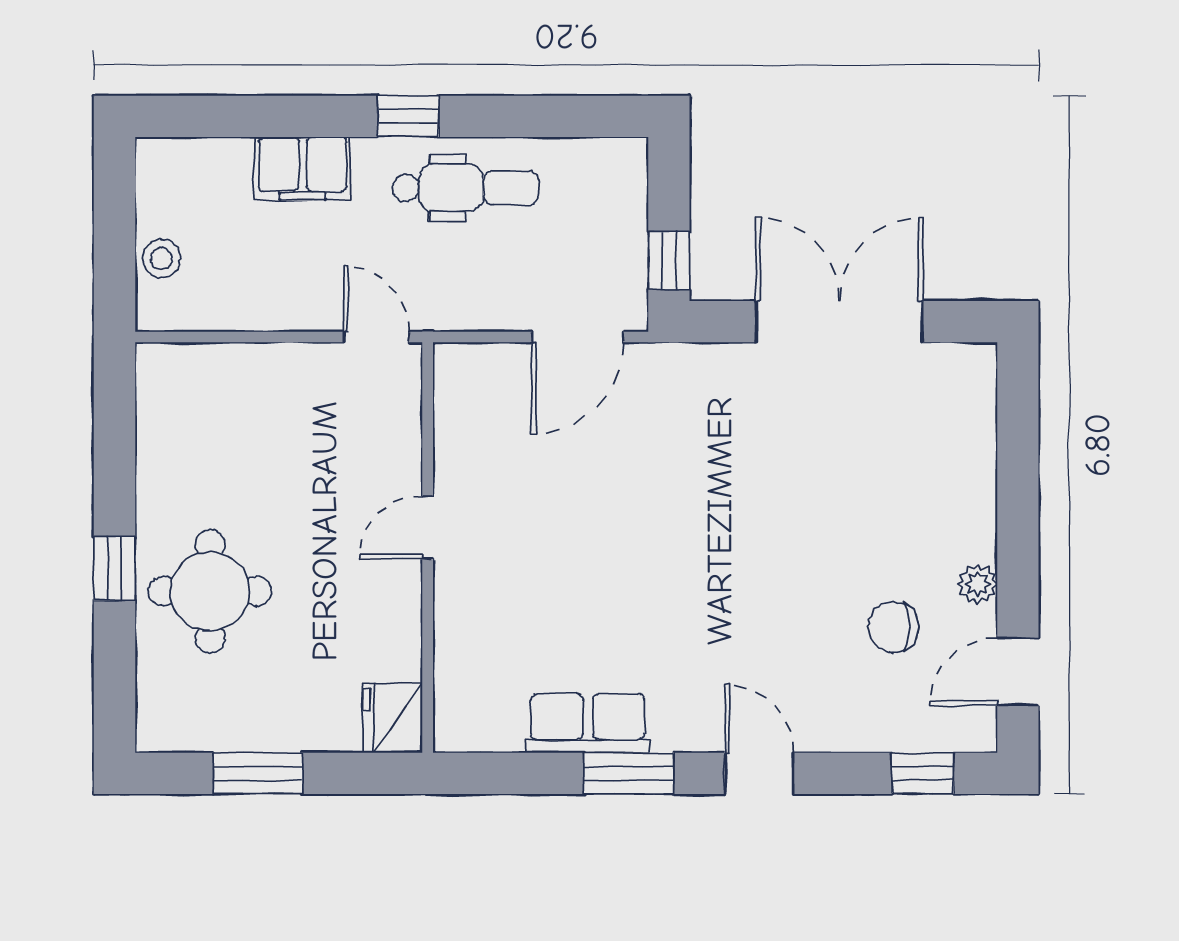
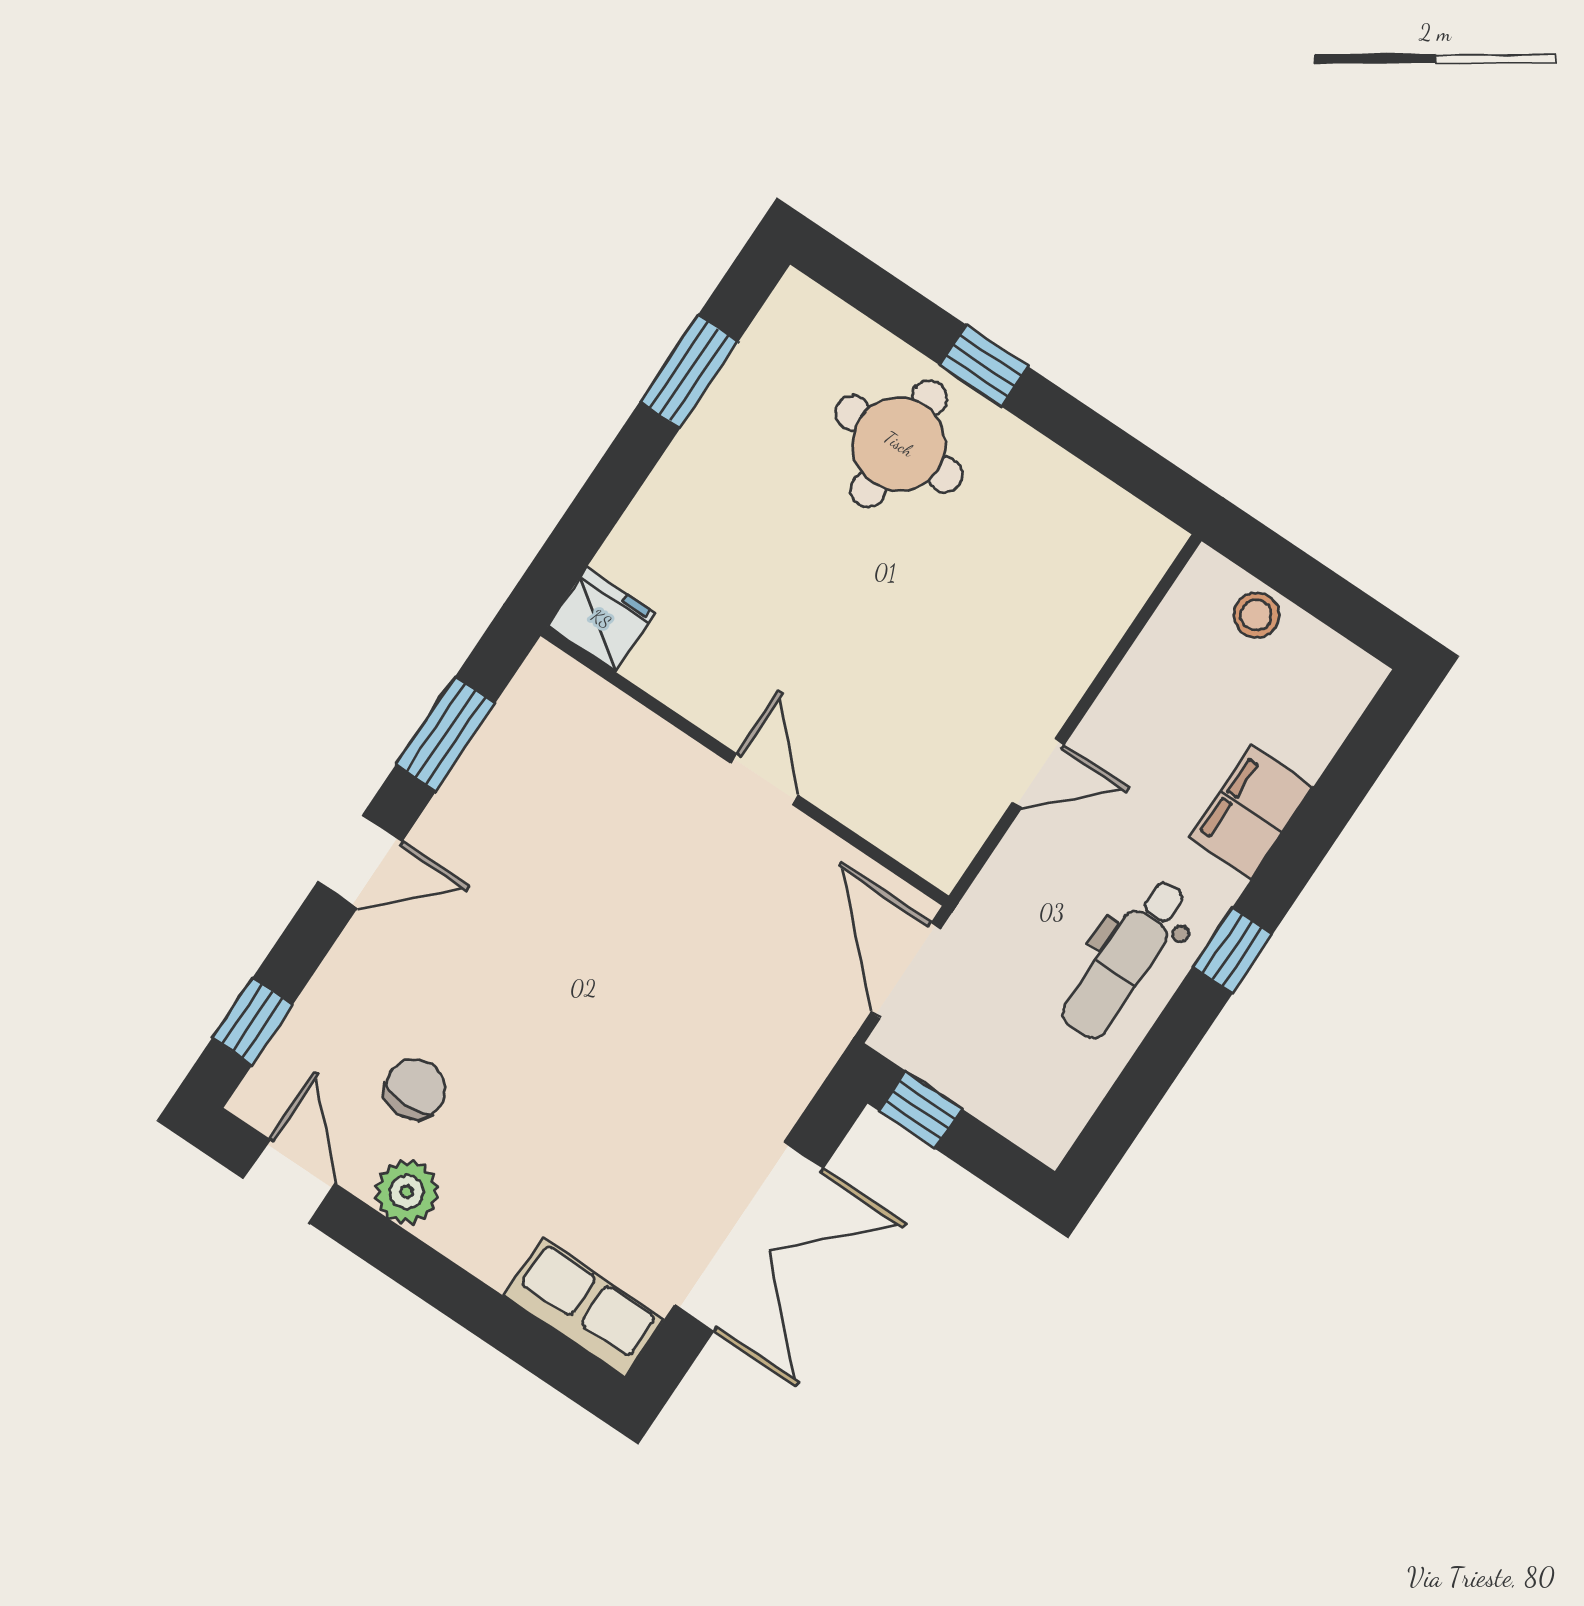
door: (428, 527) -> (764, 779), moved
wall: (428, 547) -> (745, 766), moved
plant: (977, 584) -> (407, 1192), width x1.38, depth x1.38
fridge: (392, 718) -> (601, 619), moved
row of seats: (588, 723) -> (584, 1308), moved, turned -90

